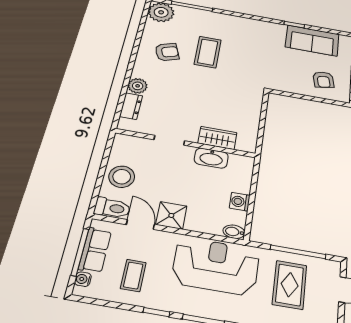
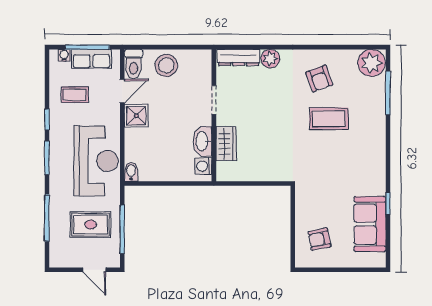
dresser: (131, 106) -> (239, 57), width x1.44
washing machine: (240, 202) -> (203, 166), moved, turned -90

